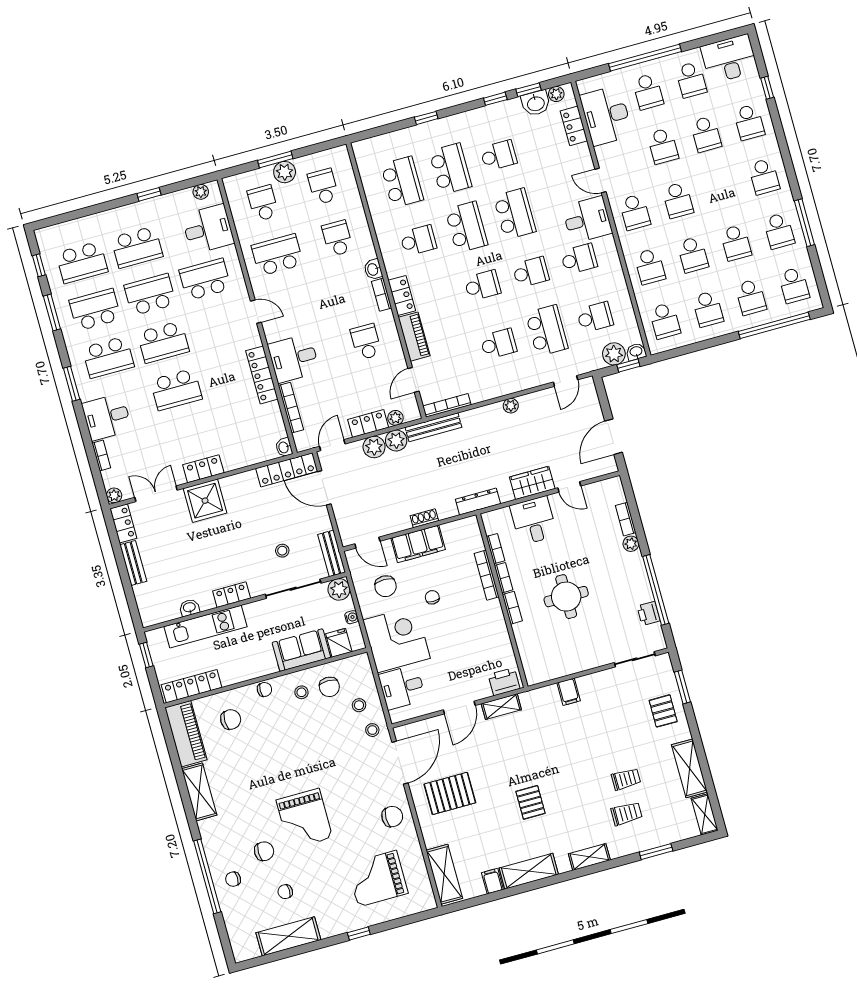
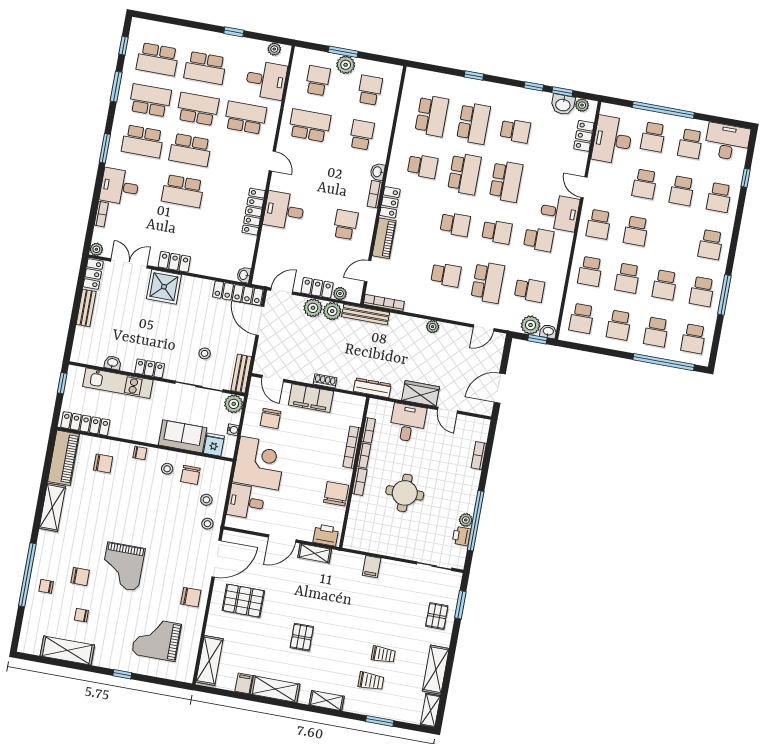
bookcase: (291, 408) -> (264, 247), removed
plant: (631, 544) -> (466, 520), moved
chair: (432, 597) -> (336, 494), moved, width x1.87, depth x1.87

